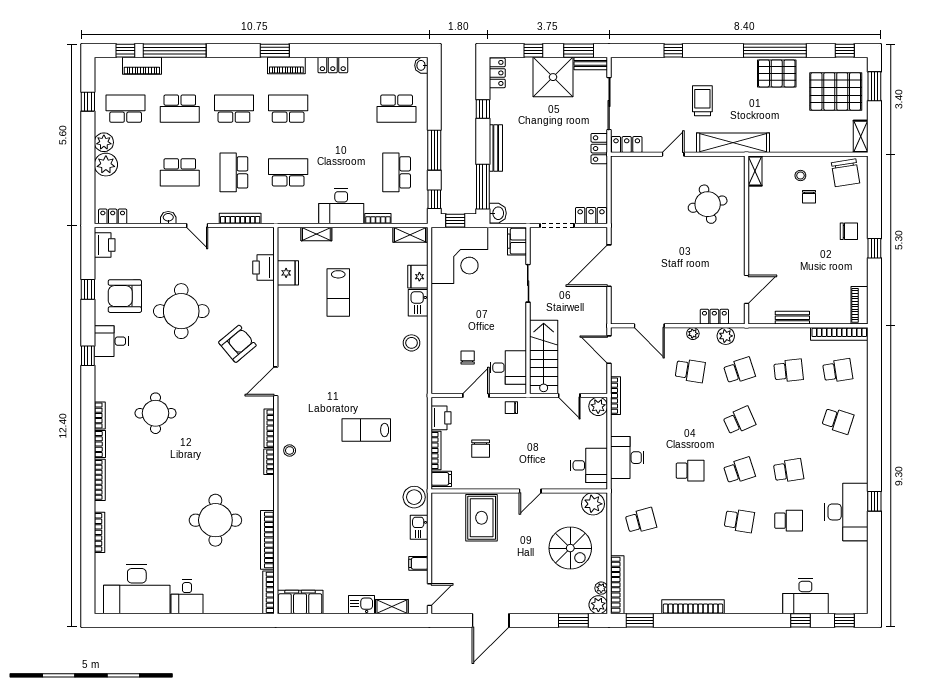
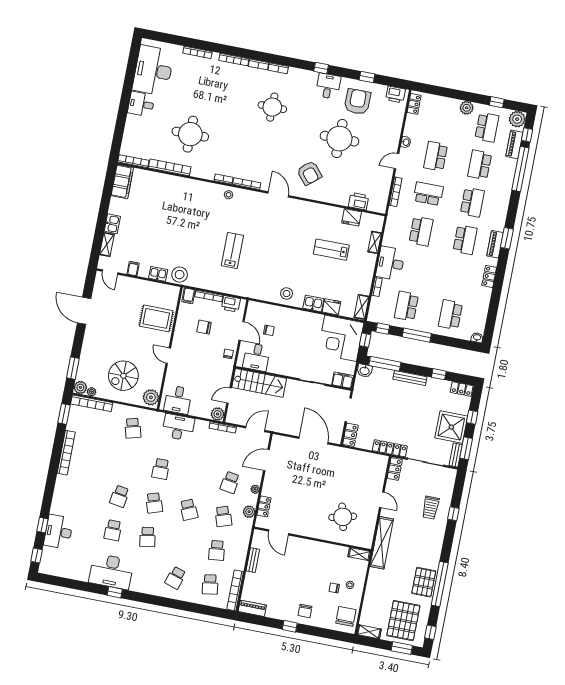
trolley: (702, 101) -> (431, 508), moved, turned 90
locker: (599, 149) -> (390, 448), width x1.53
plant: (106, 165) -> (517, 119), moved
school desk: (397, 172) -> (406, 306), turned -90
chair: (845, 173) -> (346, 616), turned 99

